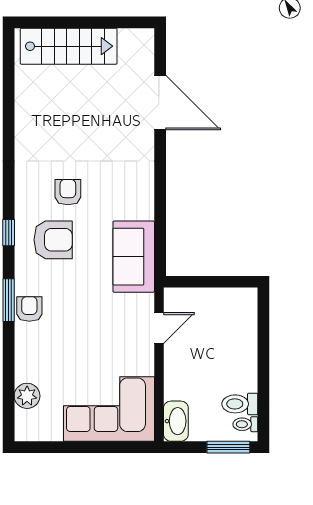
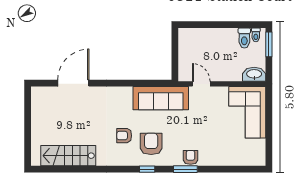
stairs: (69, 46) -> (68, 156), moved, turned -90
sofa: (134, 257) -> (161, 98), width x1.36
armchair: (29, 309) -> (190, 157), turned 90
plant: (27, 396) -> (240, 159), removed

